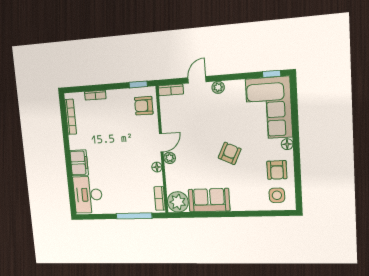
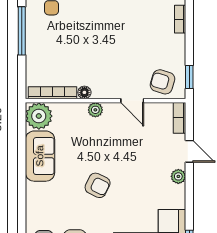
armchair: (144, 106) -> (163, 82), turned -73
door: (161, 143) -> (132, 101), moved
bookcase: (160, 198) -> (52, 93), width x1.56
window: (134, 216) -> (22, 31), moved

